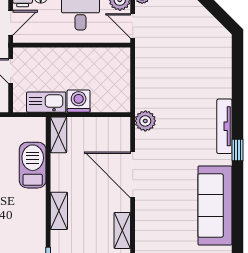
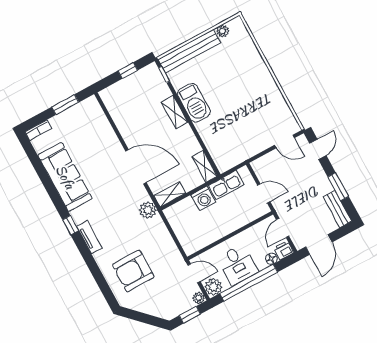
armchair: (197, 64) -> (133, 271), added
tv unit: (224, 126) -> (89, 237), width x0.71
barbecue: (33, 165) -> (194, 103), moved
shelving: (122, 230) -> (170, 194), moved, turned 90

